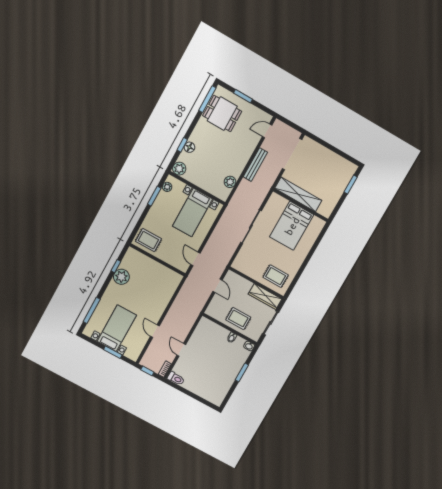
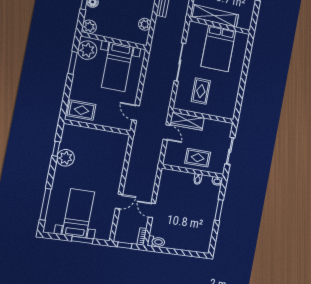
plant: (167, 187) -> (87, 50), width x1.88, depth x1.88
rug: (276, 276) -> (201, 91), moved, turned 90
wardrobe: (265, 297) -> (187, 121), moved
door: (155, 331) -> (119, 201), swing flipped

